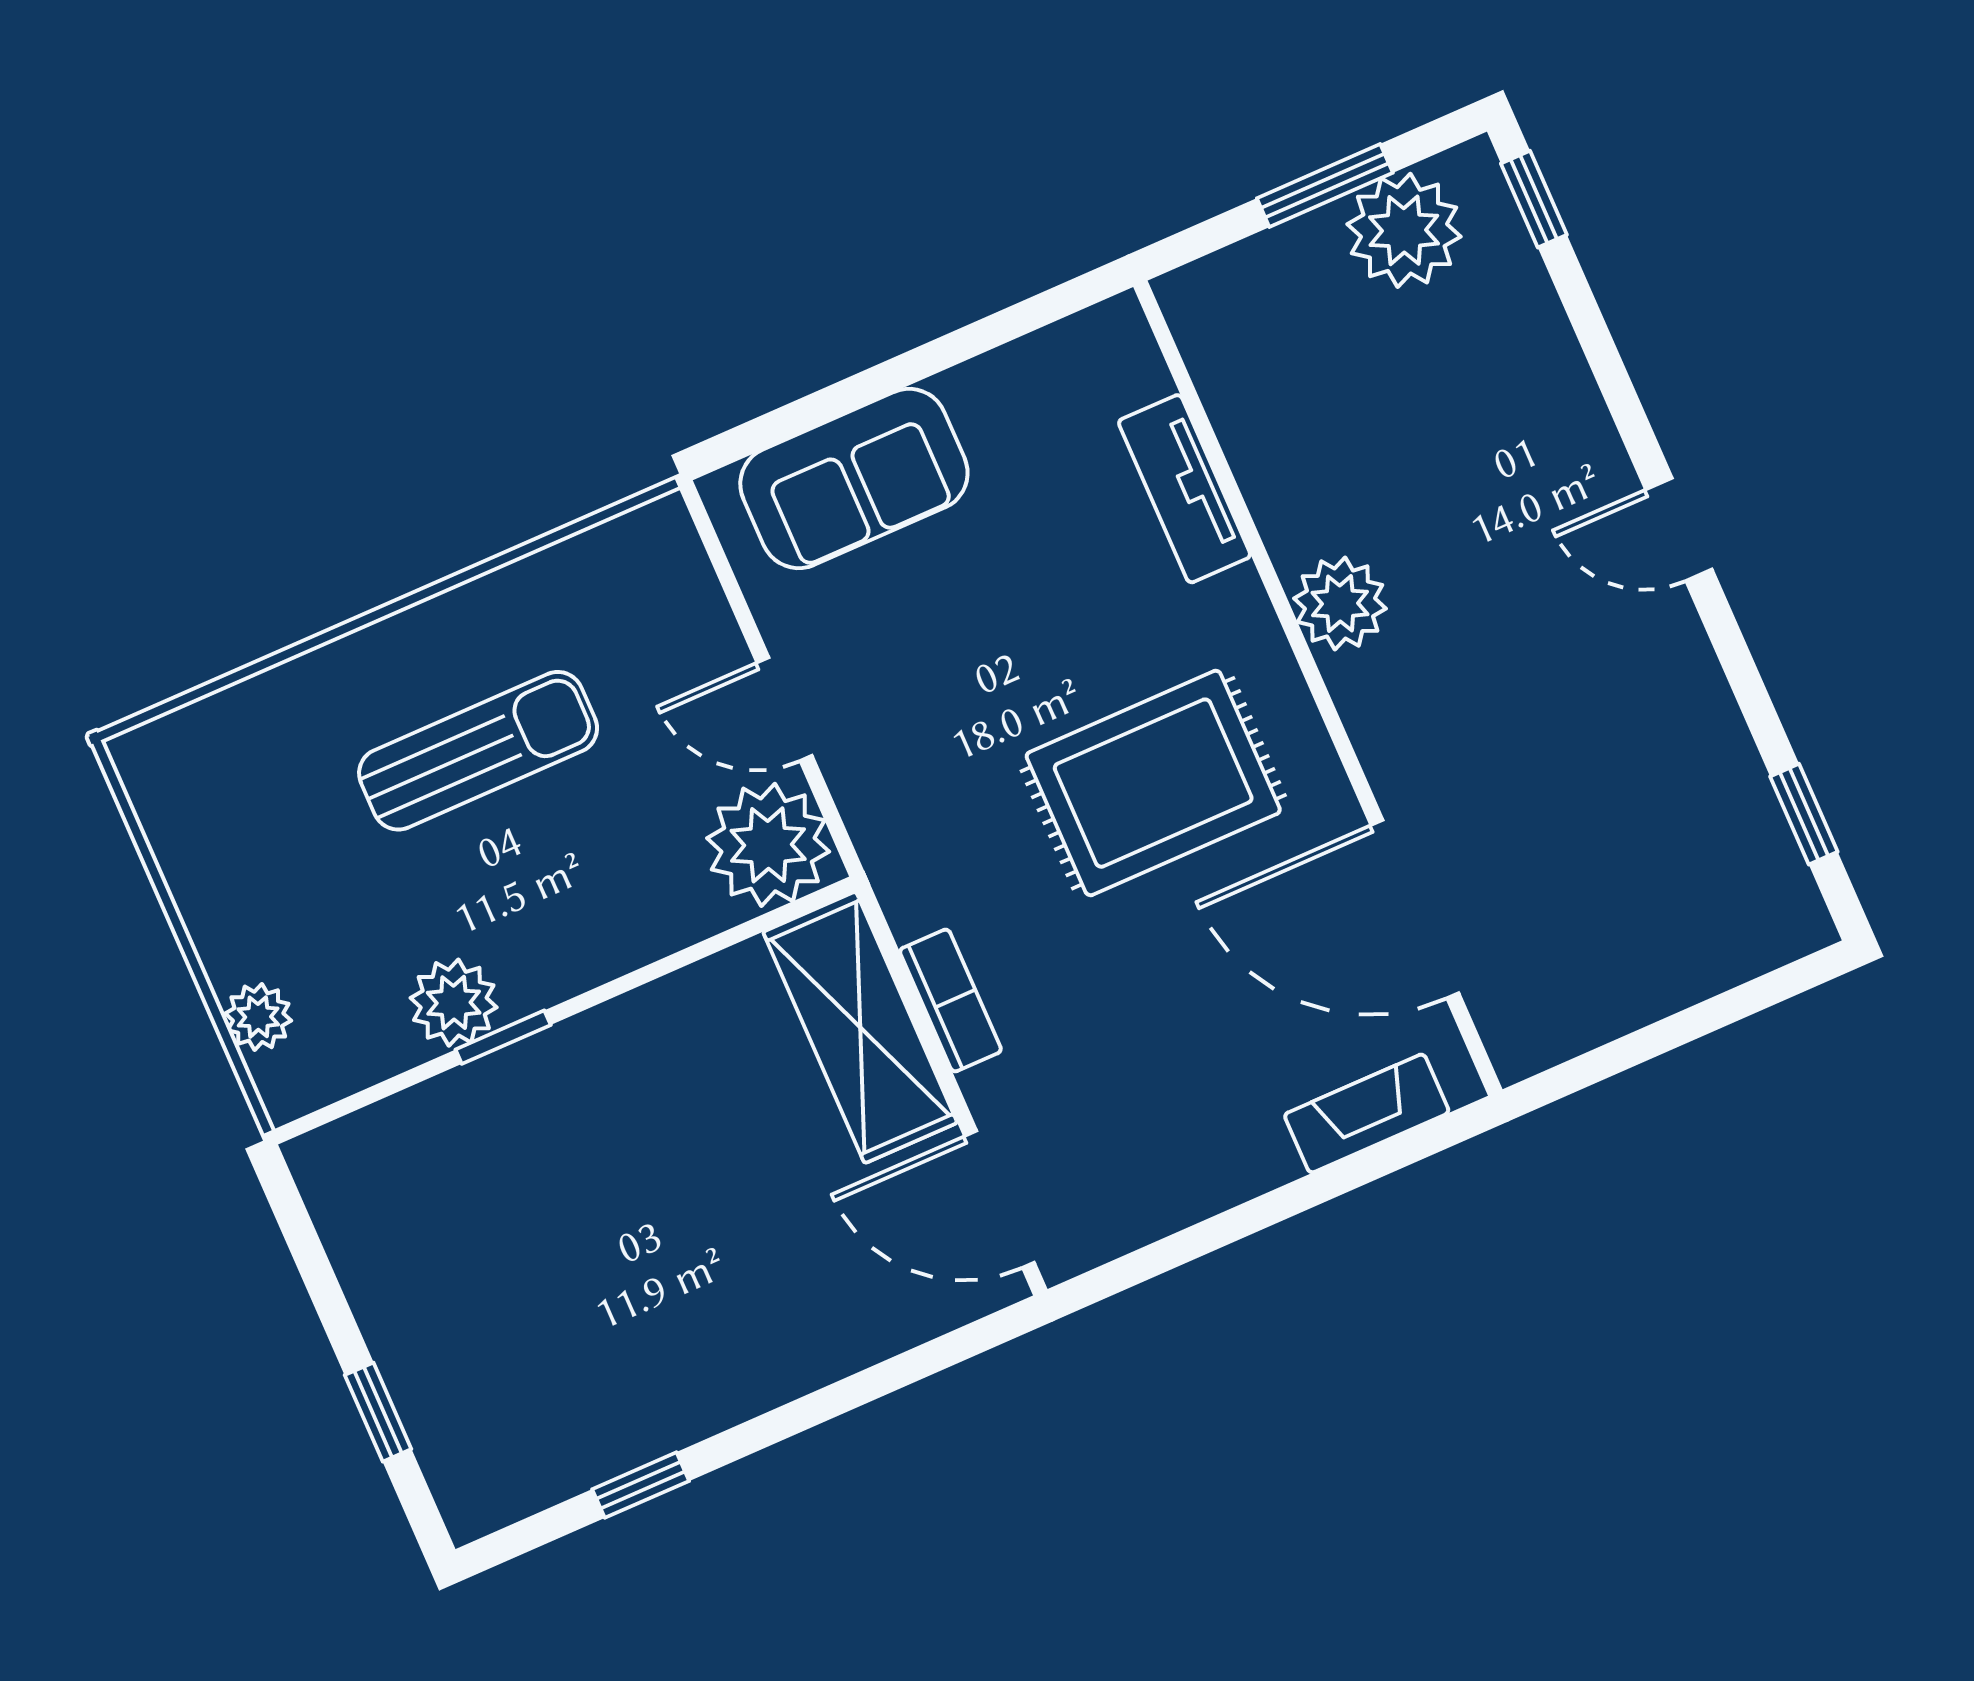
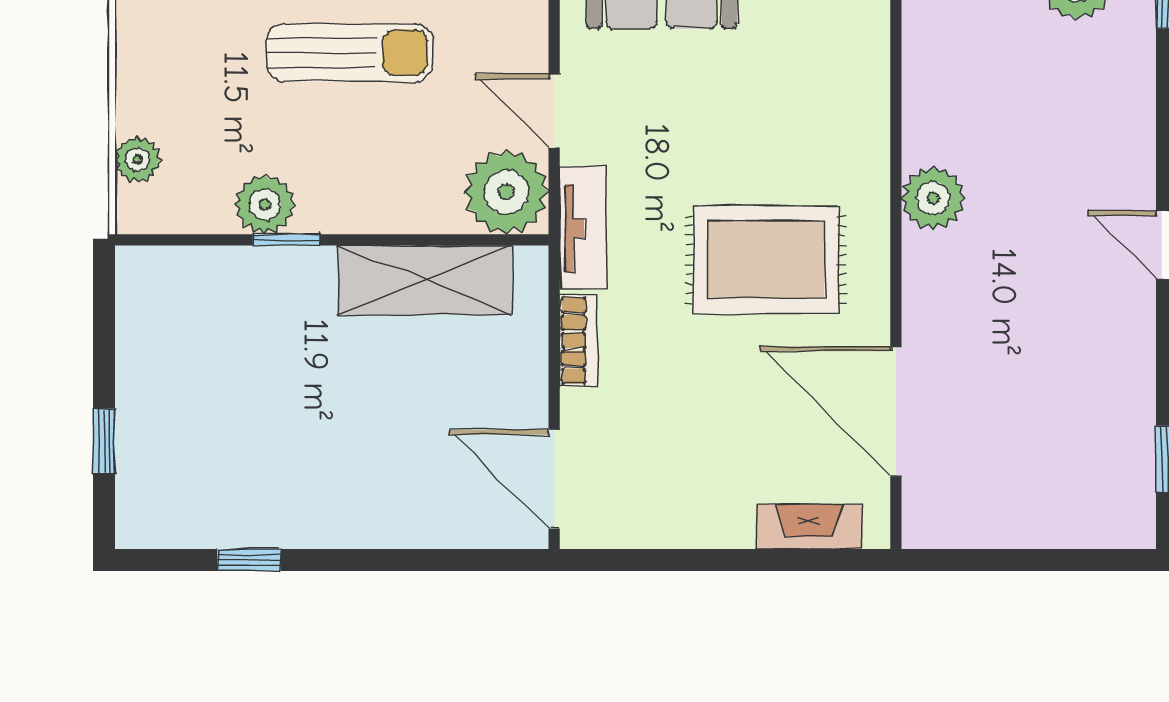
tv unit: (1185, 489) -> (583, 228), moved, turned 180
shelving: (860, 1027) -> (425, 280), moved, turned 90

